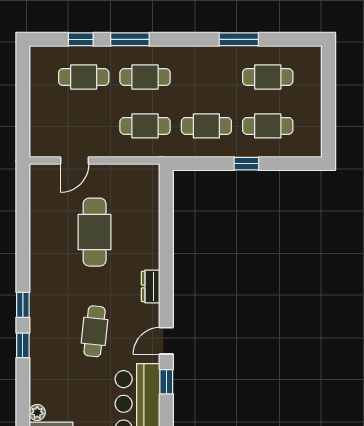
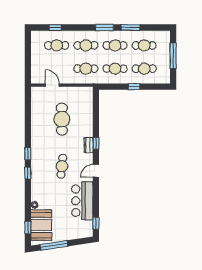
window: (130, 39) -> (104, 27), moved
cafe table: (206, 77) -> (115, 45), added
window: (329, 99) -> (173, 56), added
door: (75, 161) -> (52, 85), swing flipped
window: (166, 382) -> (96, 143), moved

